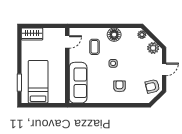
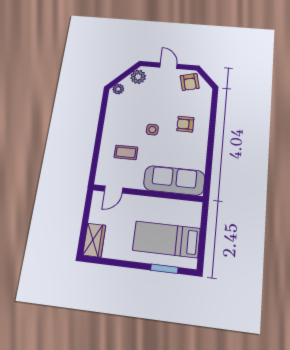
floor lamp: (114, 35) -> (113, 125), removed
door: (67, 42) -> (114, 190), swing flipped

